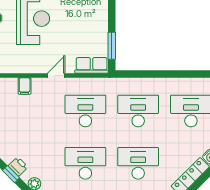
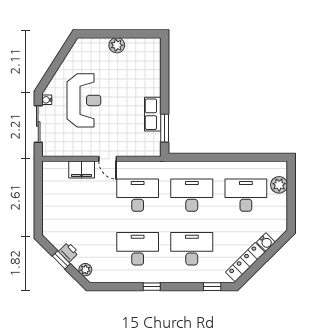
row of seats: (92, 65) -> (153, 114), moved, turned -90
door: (56, 76) -> (108, 159), swing flipped
filing cabinet: (25, 86) -> (82, 170), width x2.00

